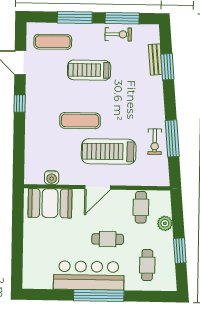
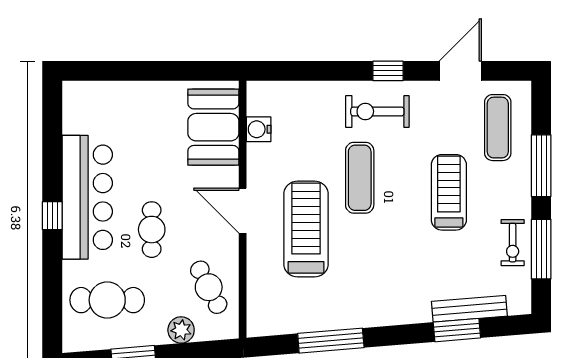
bench: (155, 59) -> (469, 309), width x1.36
exercise bike: (155, 142) -> (377, 111), moved, width x1.38, depth x1.39
cafe table: (141, 207) -> (209, 287), turned 63
cafe table: (147, 265) -> (107, 300), width x1.37, depth x1.35
window: (99, 296) -> (52, 216), width x0.32

